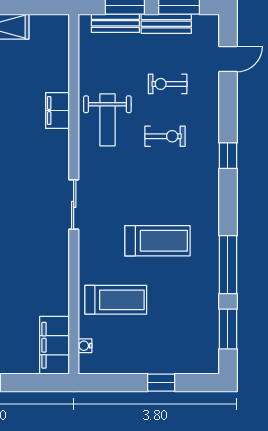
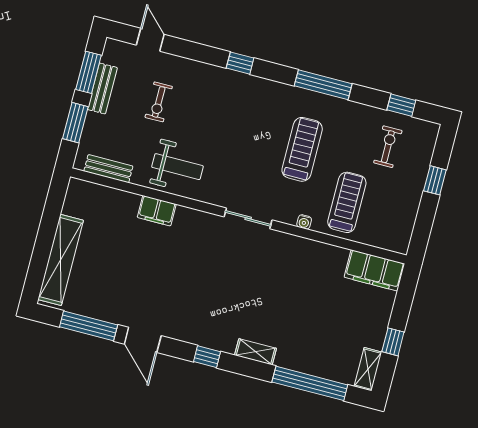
bench: (115, 23) -> (108, 169), moved, turned 90
exercise bike: (165, 136) -> (388, 147), moved
window: (228, 265) -> (323, 85), moved
window: (228, 329) -> (401, 105), width x0.67
water cooler: (85, 346) -> (304, 222), moved

